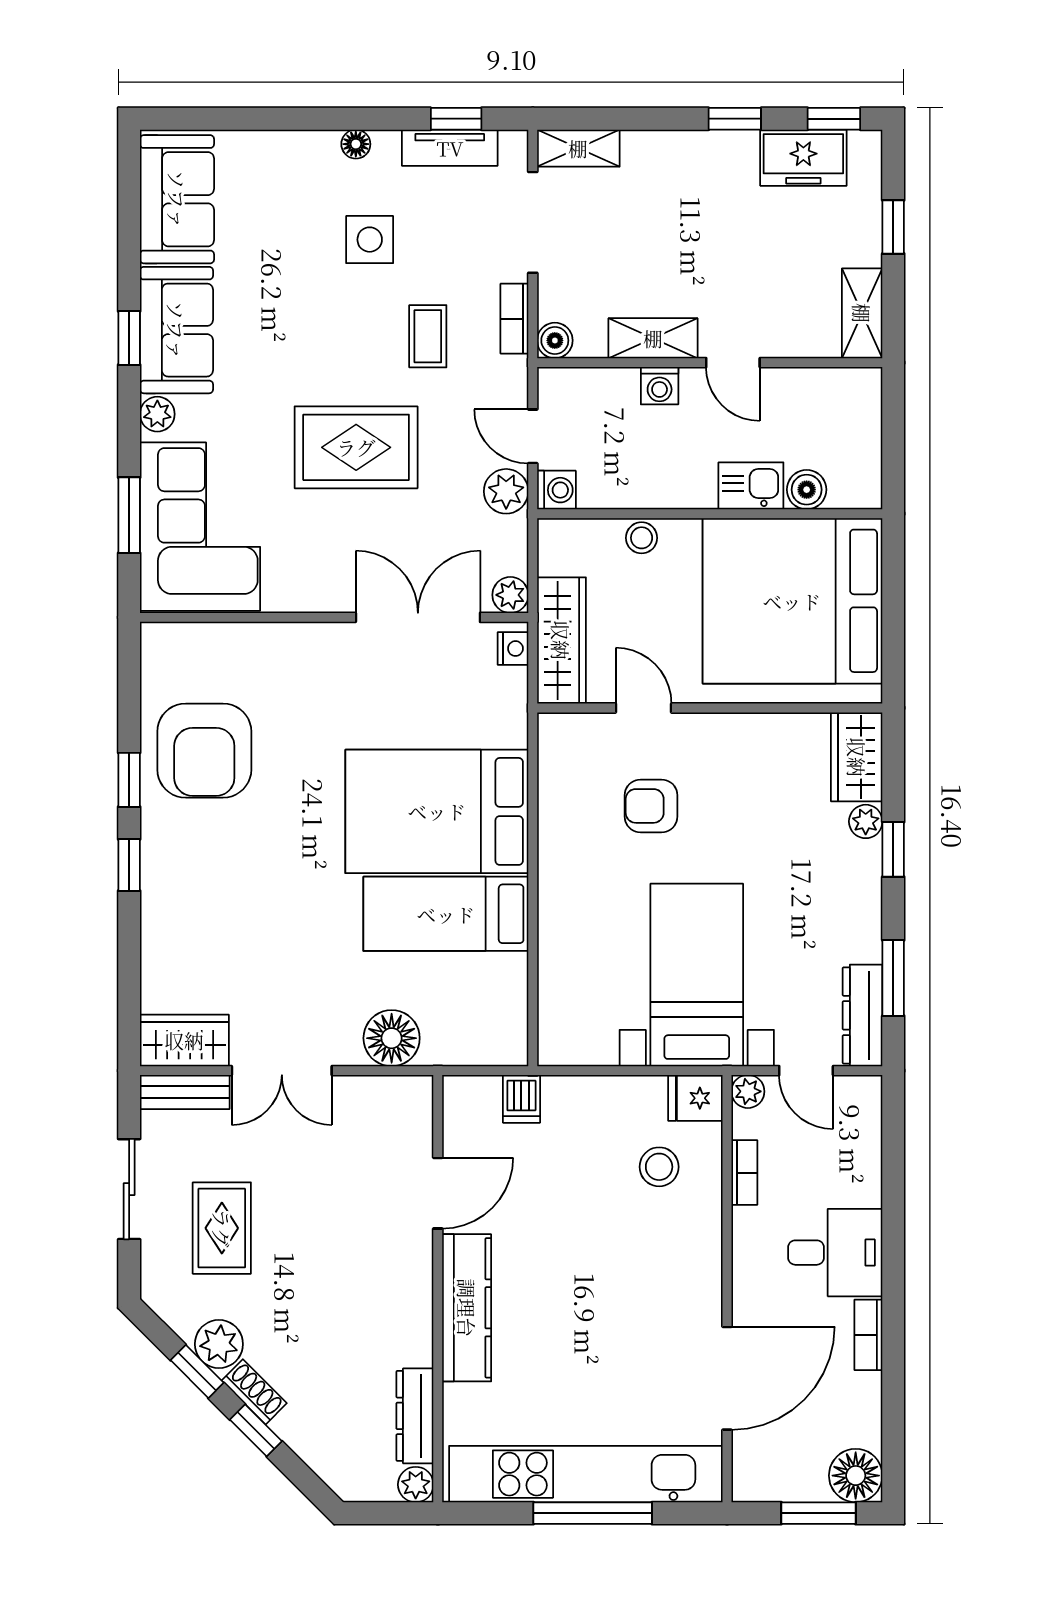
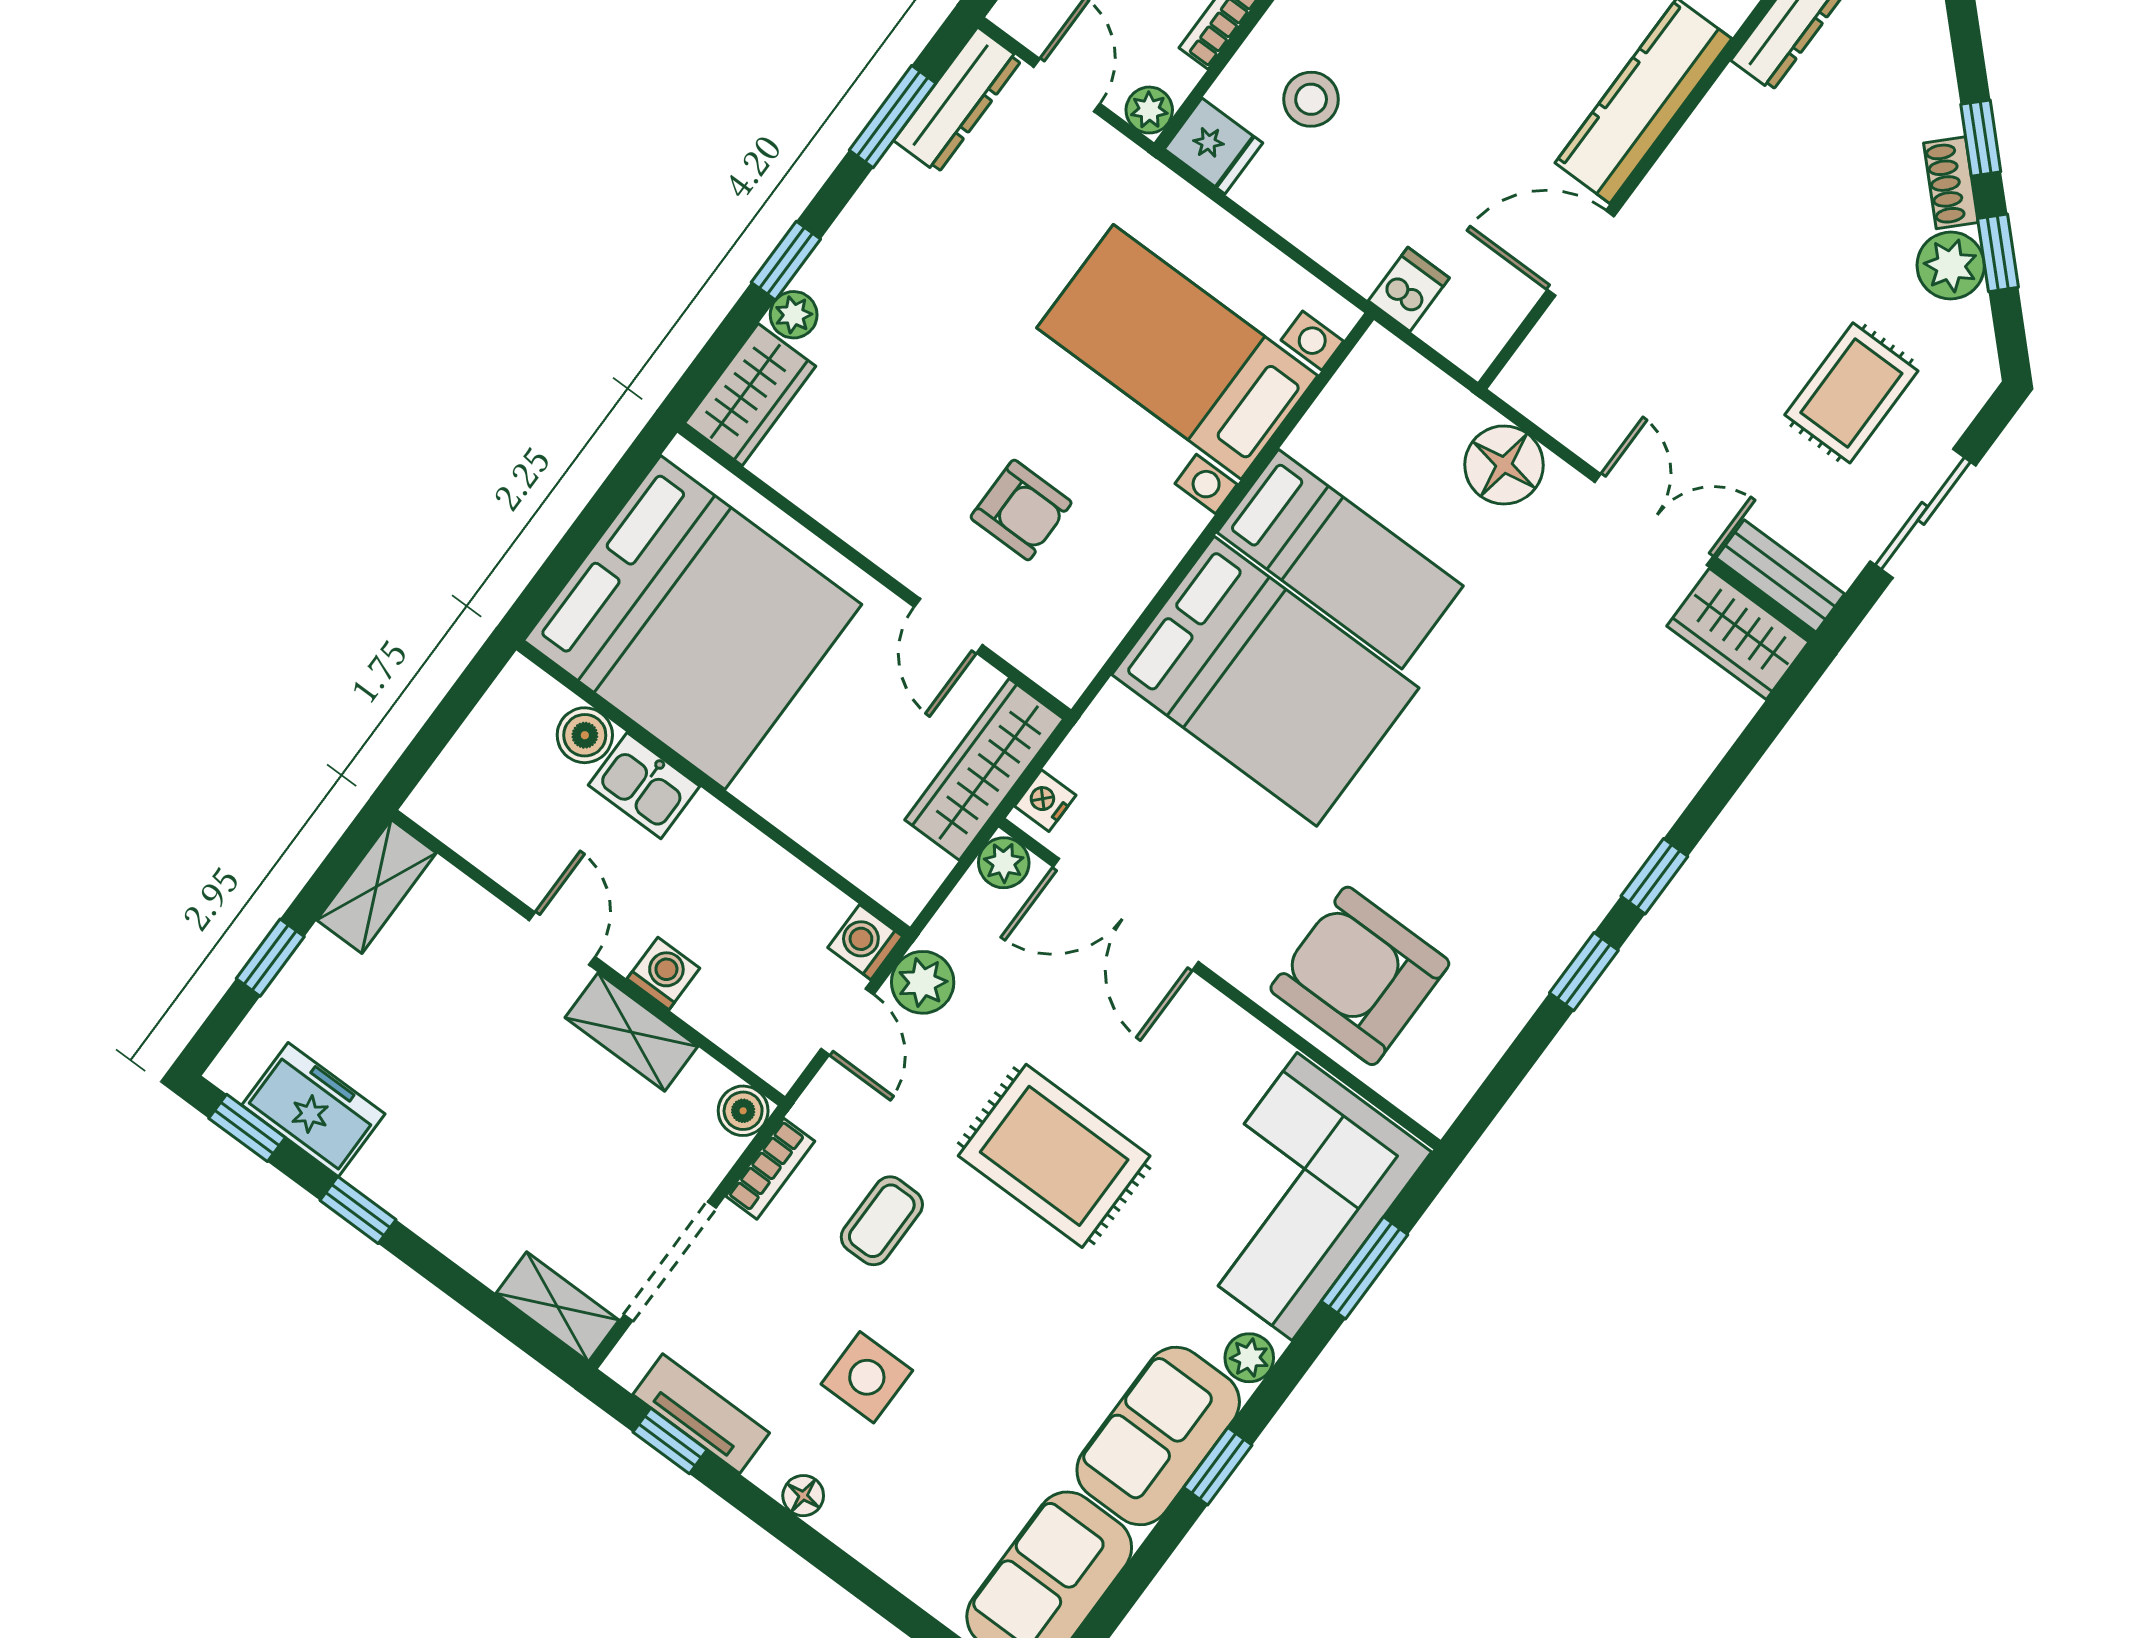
stool: (642, 538) -> (810, 818), removed
armchair: (204, 751) -> (1360, 976), moved, turned -90
bed with nightstands: (697, 975) -> (1177, 352), moved, turned 90

